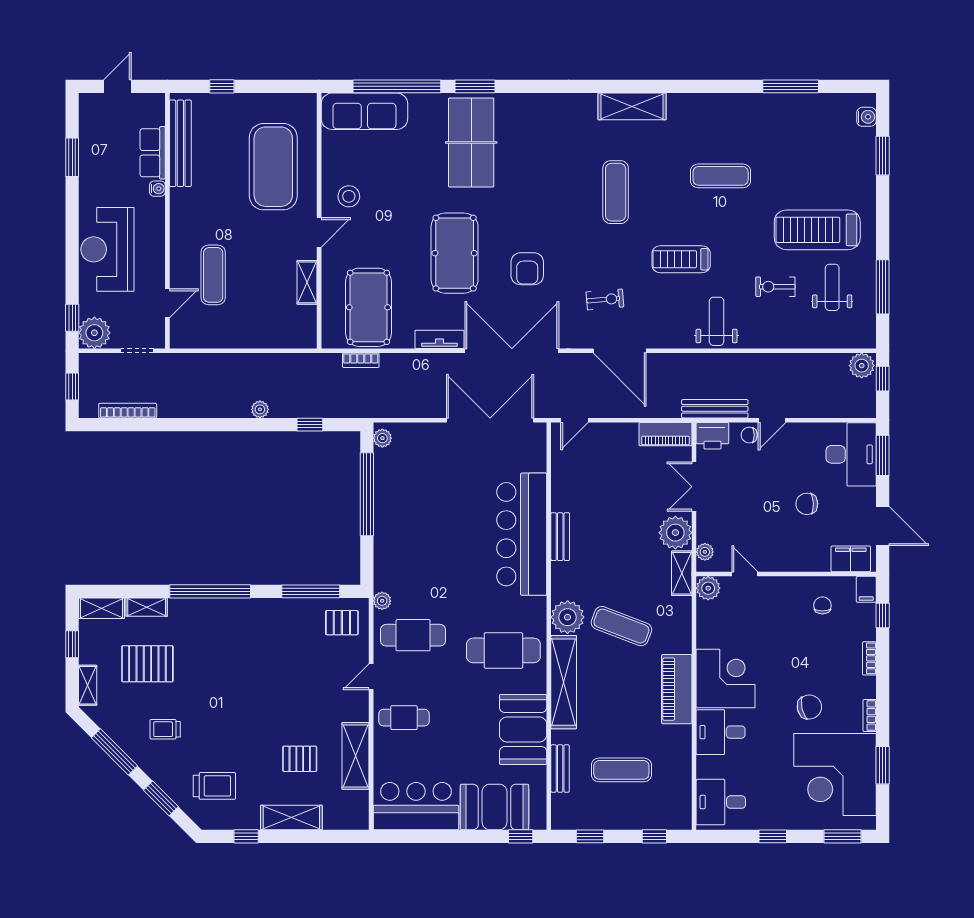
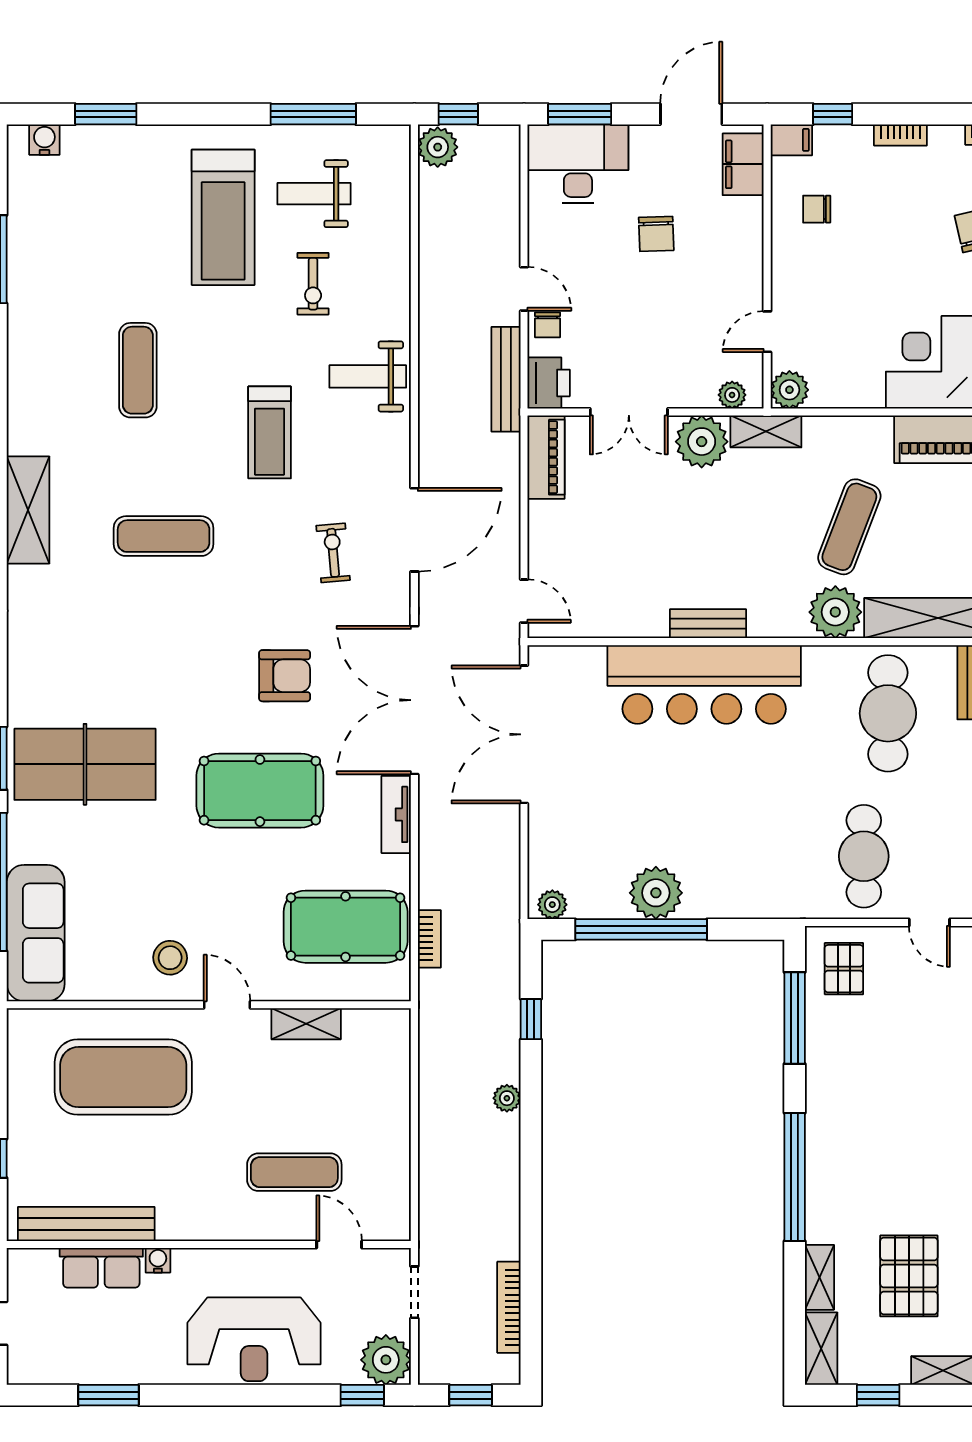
plant: (382, 601) -> (656, 893), moved, width x1.88, depth x1.88

